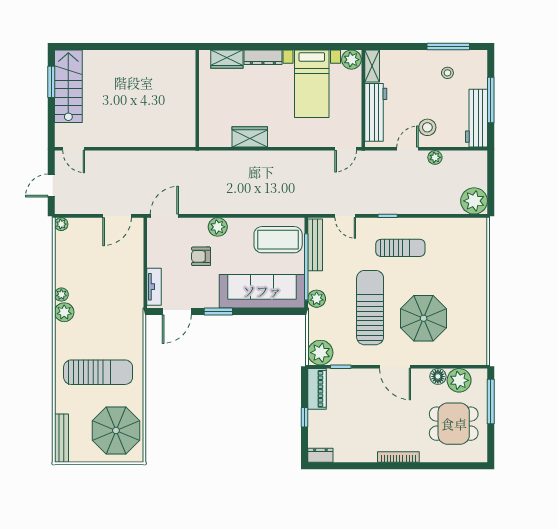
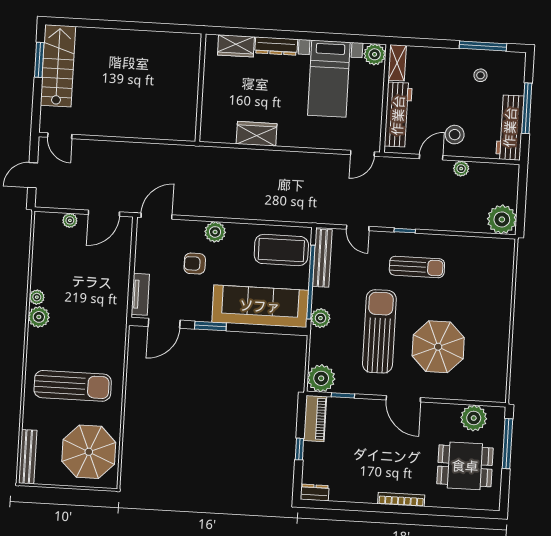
plant: (61, 224) -> (70, 220), moved
floor lamp: (438, 376) -> (450, 412), removed

